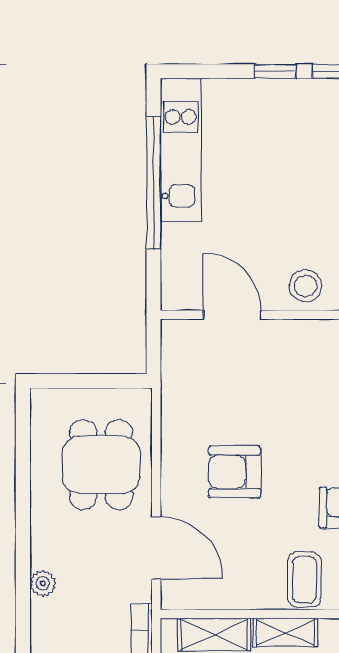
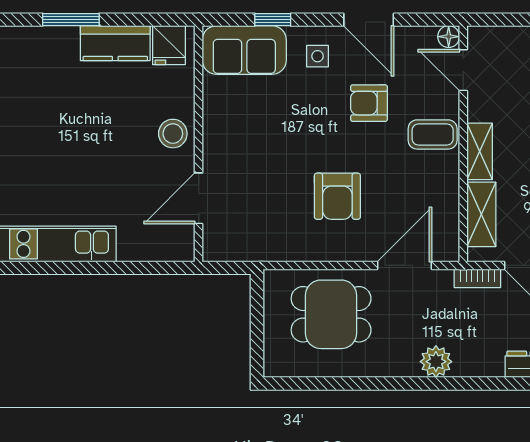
window: (154, 183) -> (82, 268), removed
plant: (43, 583) -> (436, 362), width x1.38, depth x1.38

